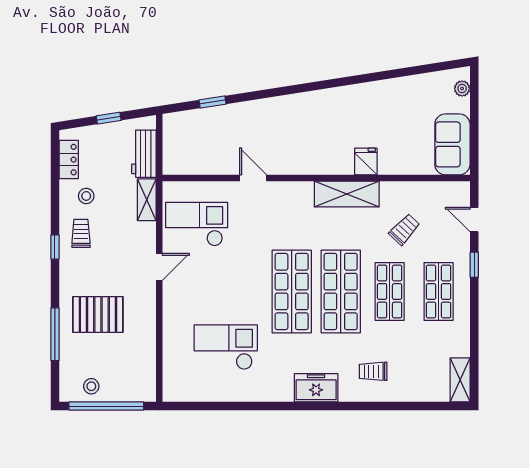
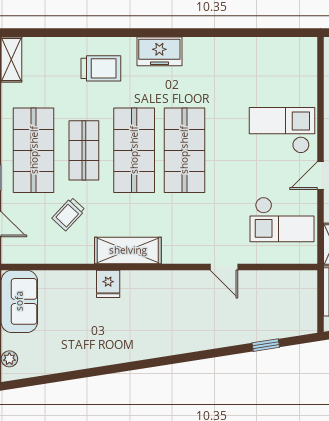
shop shelf: (439, 292) -> (34, 150), width x1.43, depth x1.36
checkout: (226, 347) -> (282, 130), moved, turned 180
trolley: (373, 371) -> (101, 68), width x1.36, depth x1.39

